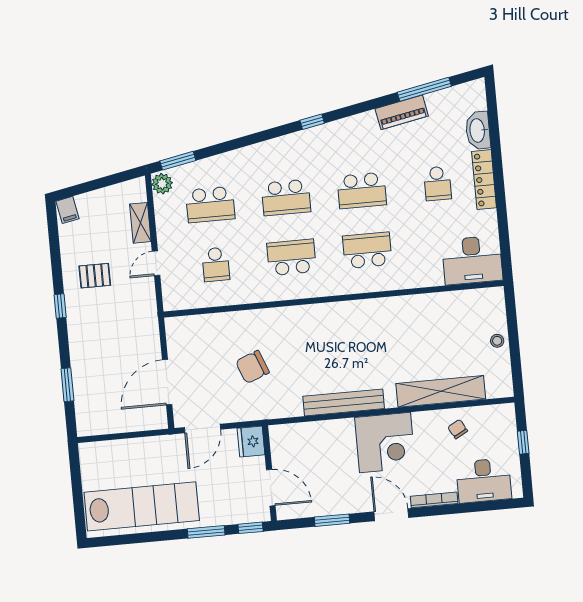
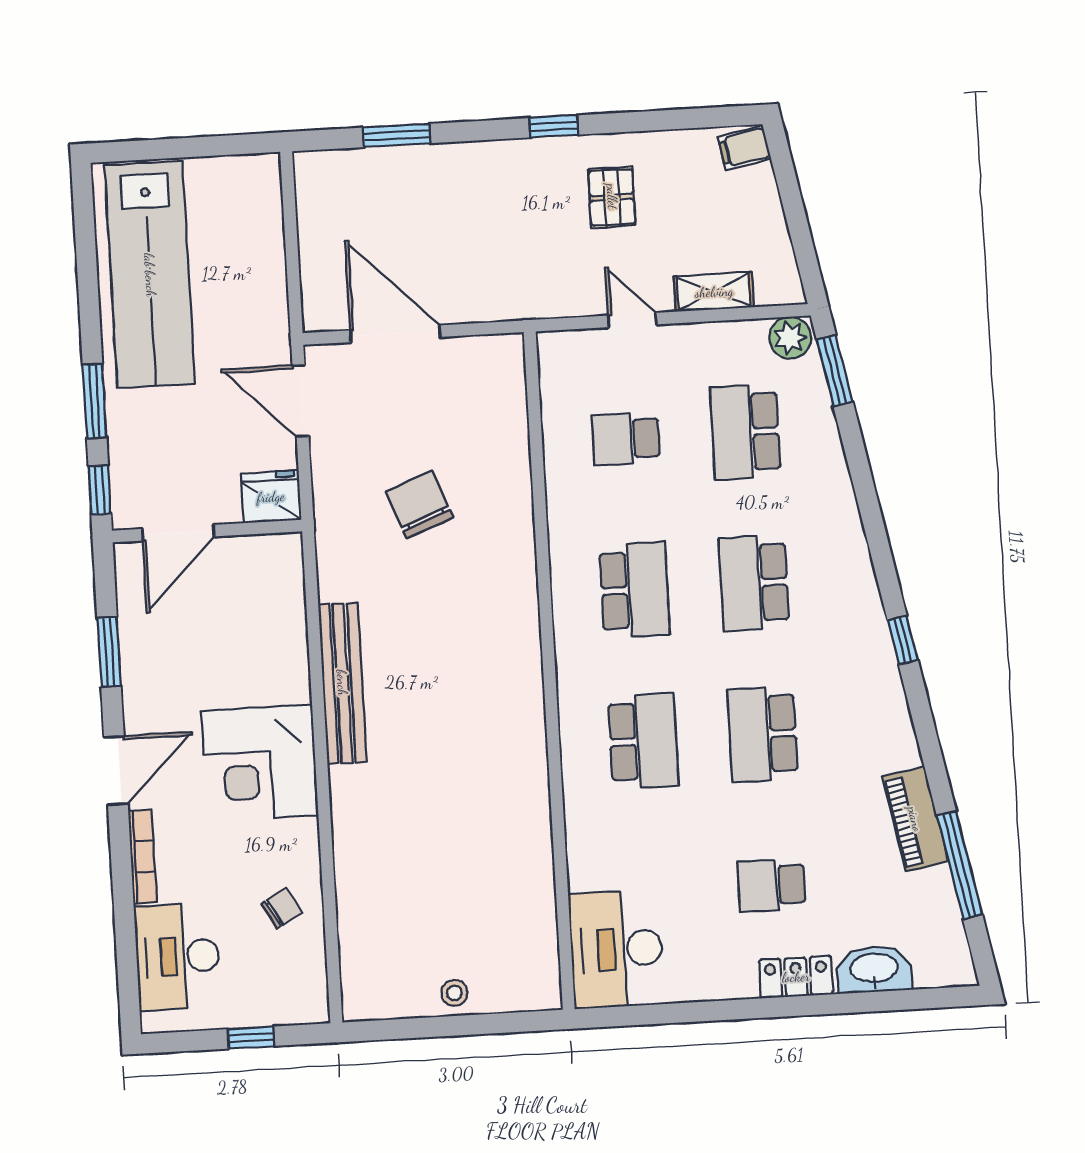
locker: (484, 180) -> (796, 977), width x0.66
shelving: (441, 391) -> (358, 877), removed

